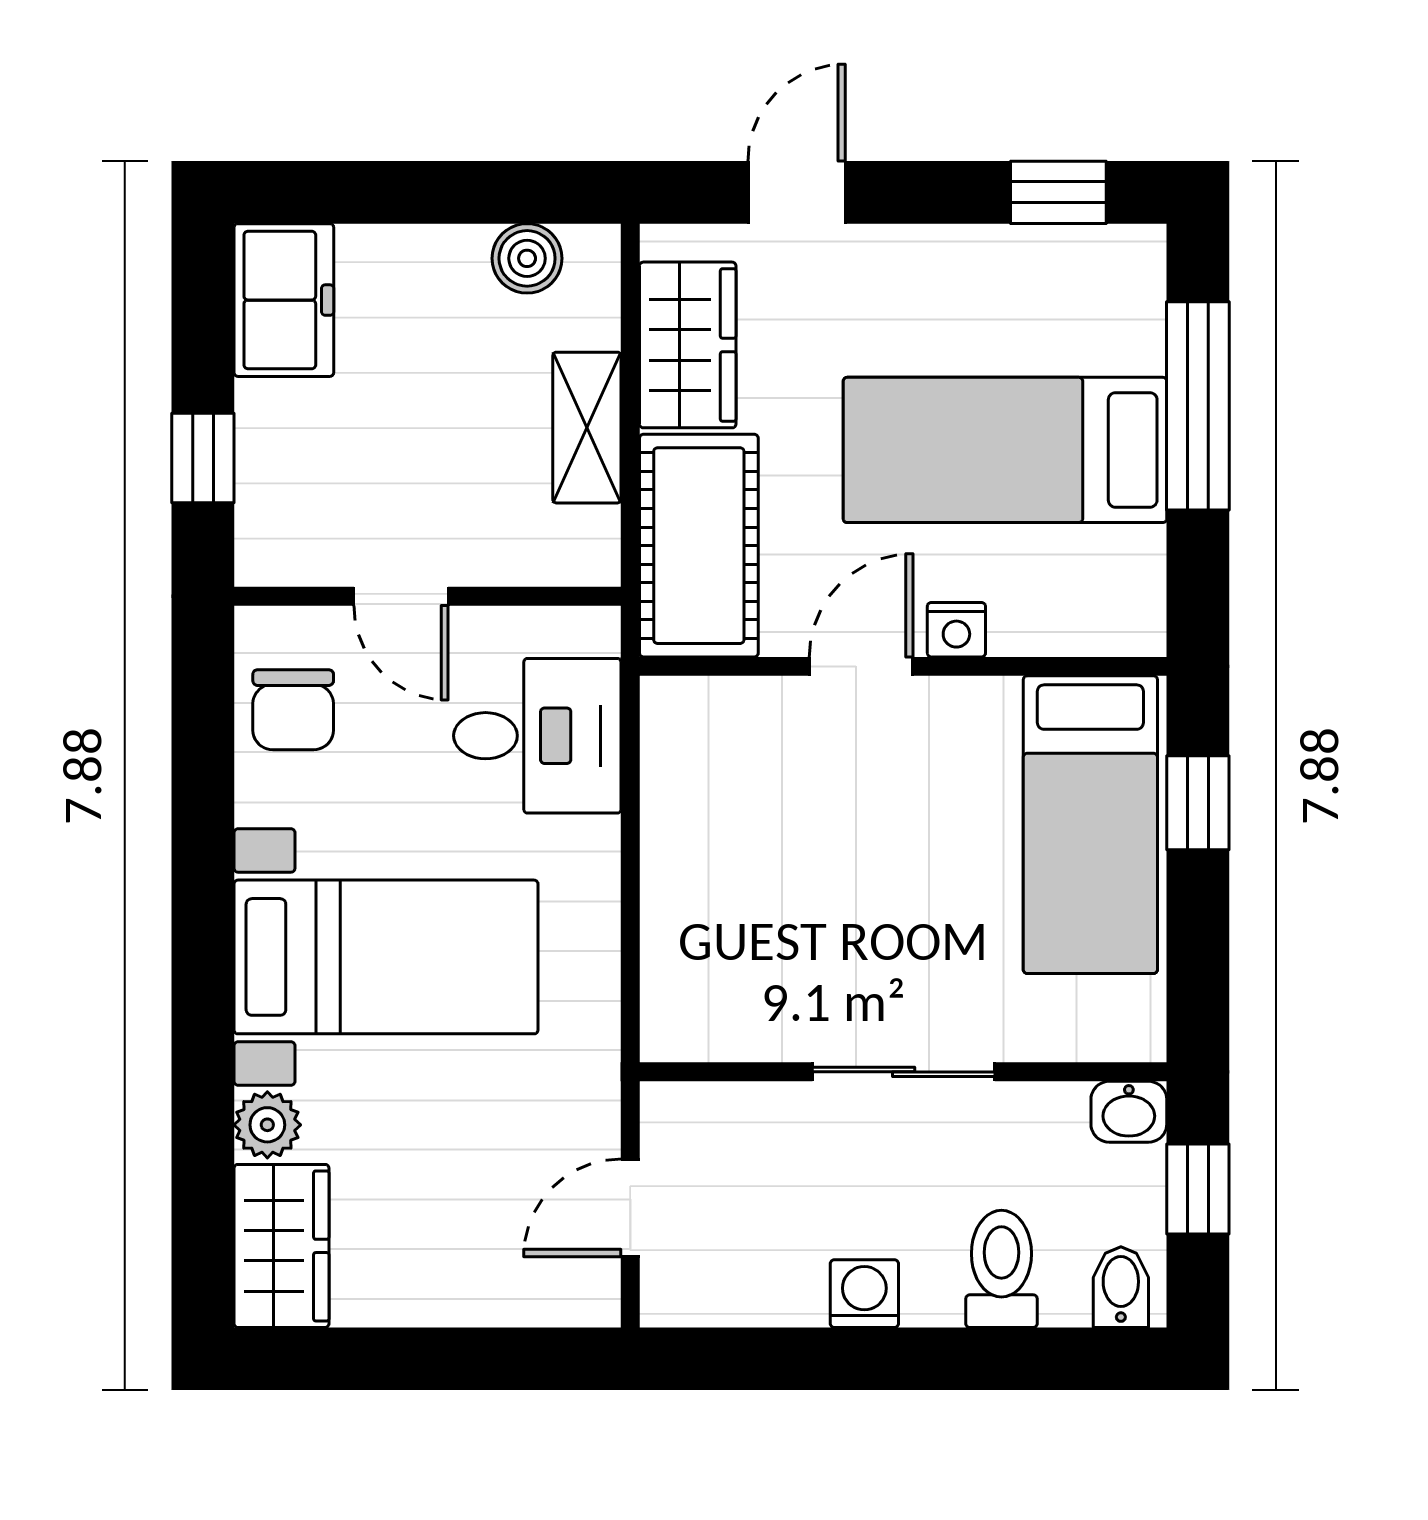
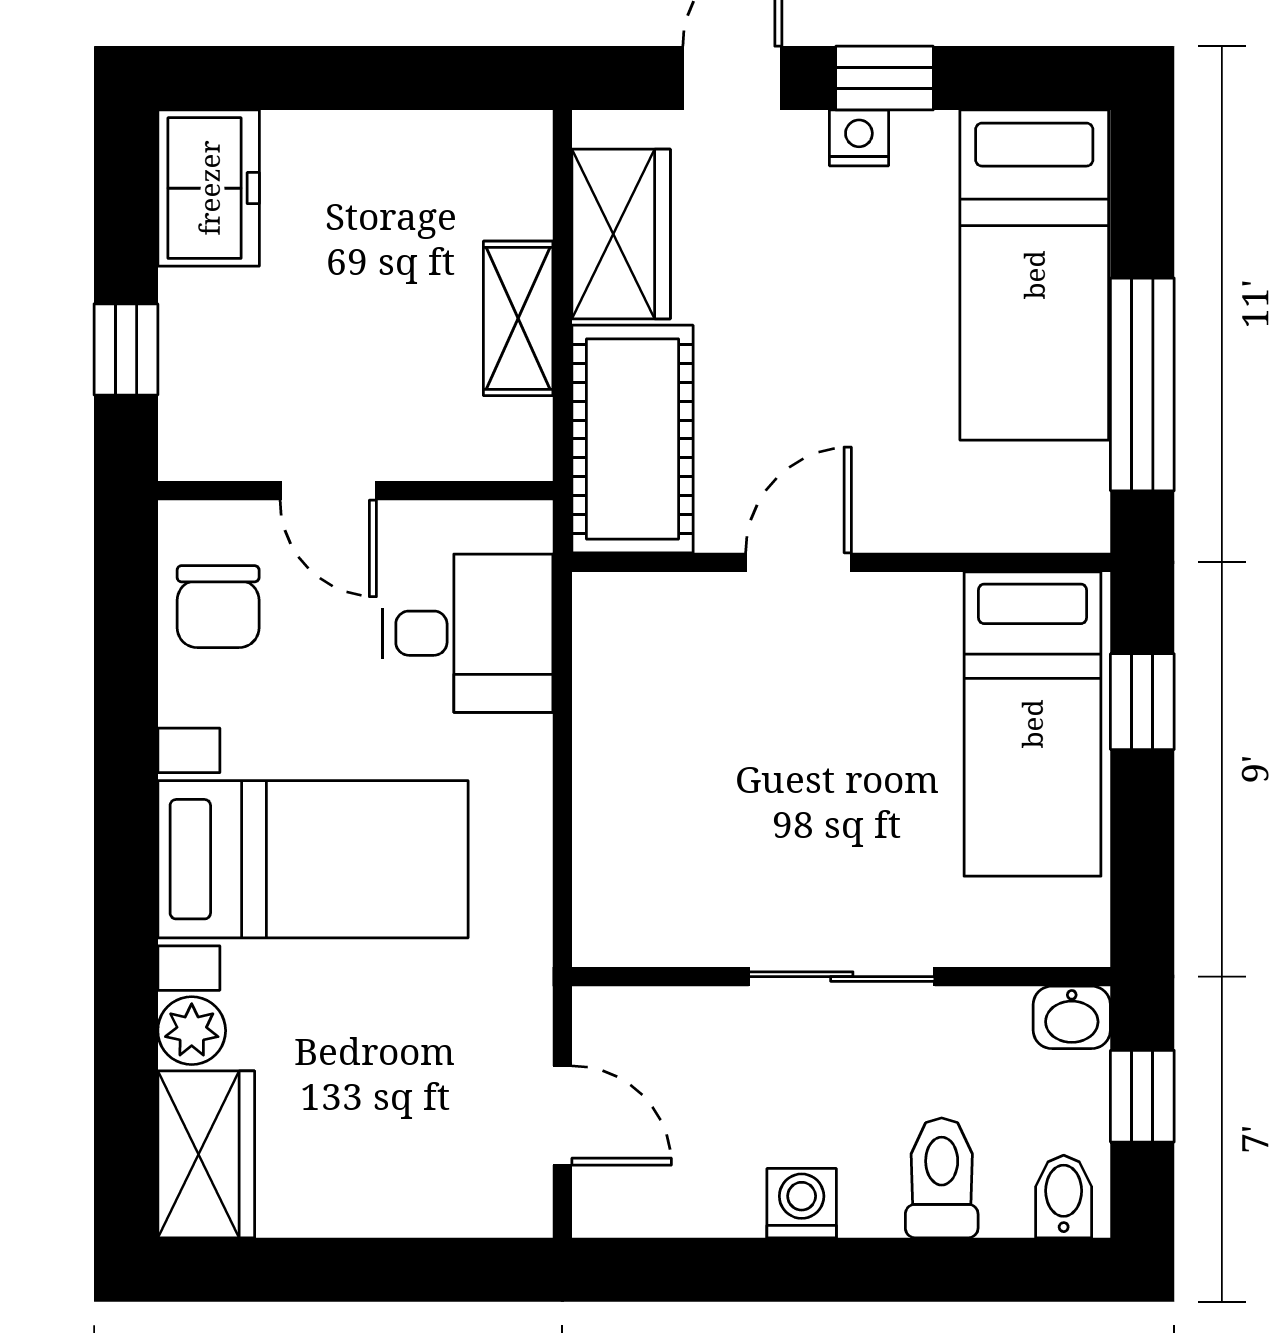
window: (1058, 192) -> (885, 78), moved
boiler: (527, 258) -> (457, 146), removed
window: (1198, 406) -> (1142, 384), moved
bed: (1005, 450) -> (1034, 275), moved, turned -90
nightstand: (956, 630) -> (859, 138), moved, turned 180
door: (630, 1208) -> (562, 1115), swing flipped

